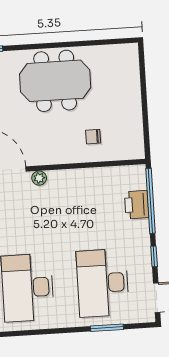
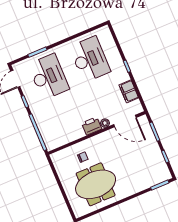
meeting table: (55, 81) -> (96, 184), moved
printer: (137, 205) -> (92, 126), moved, turned -90

